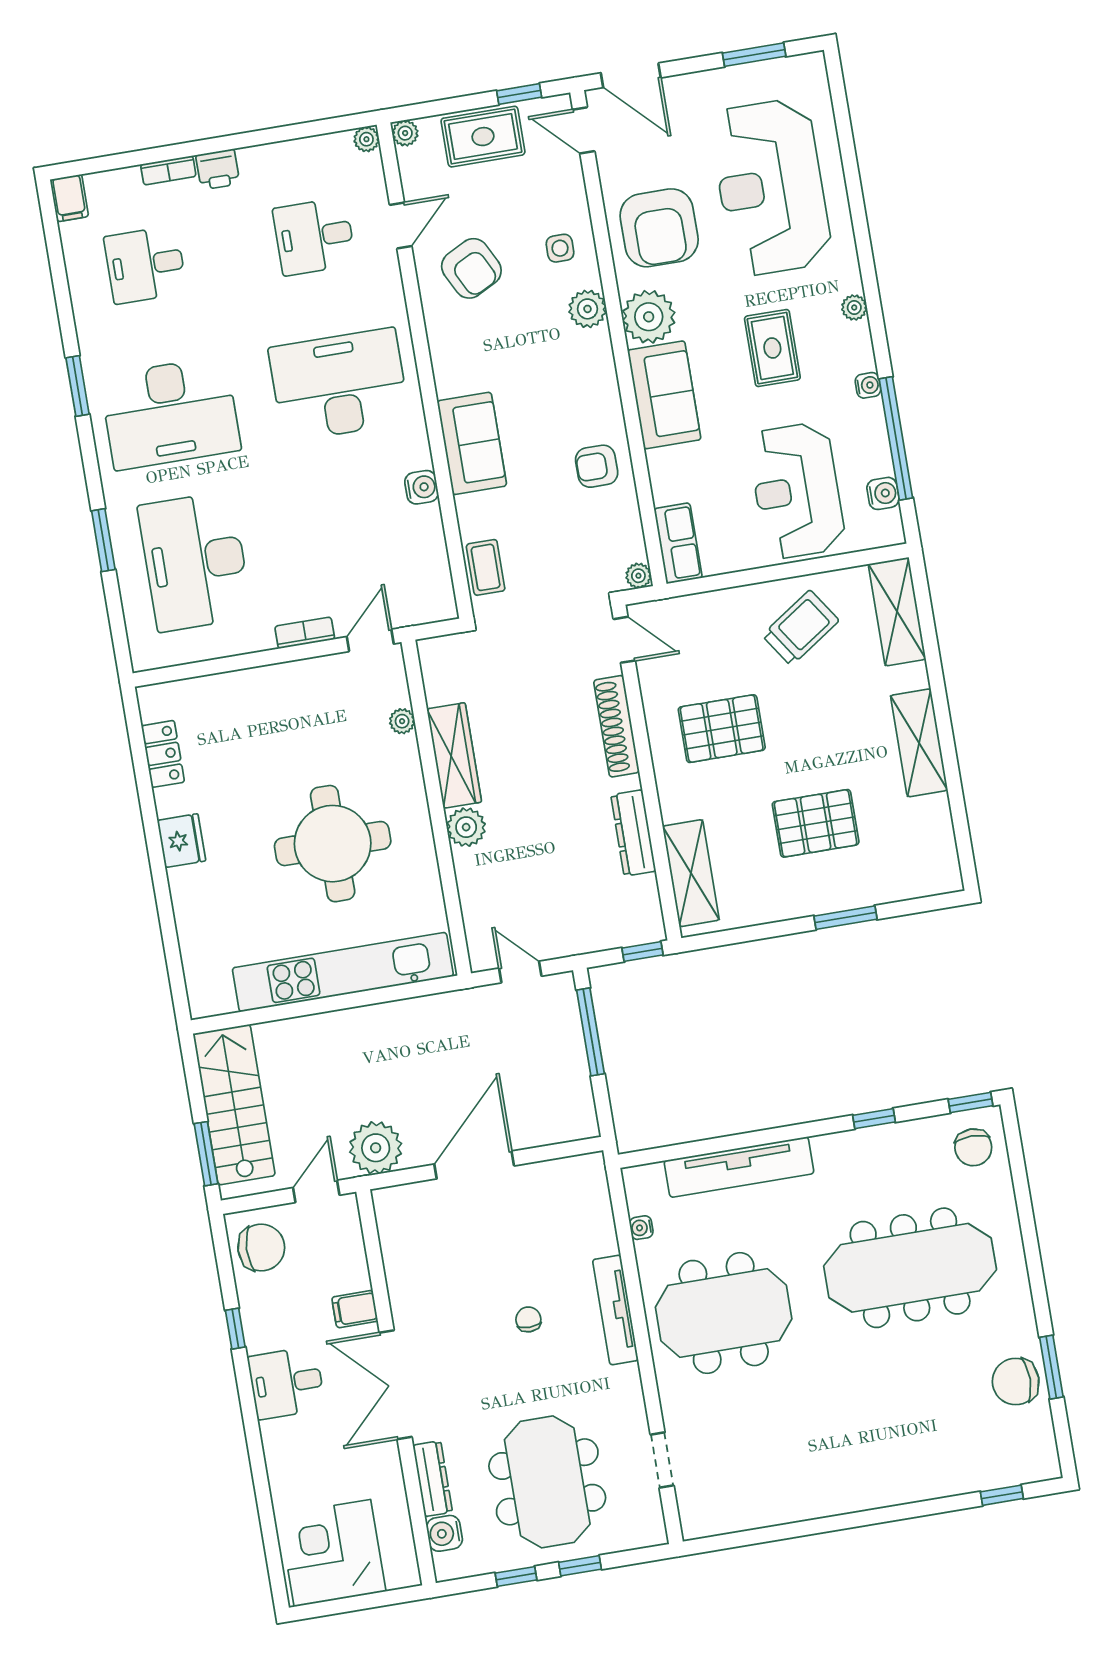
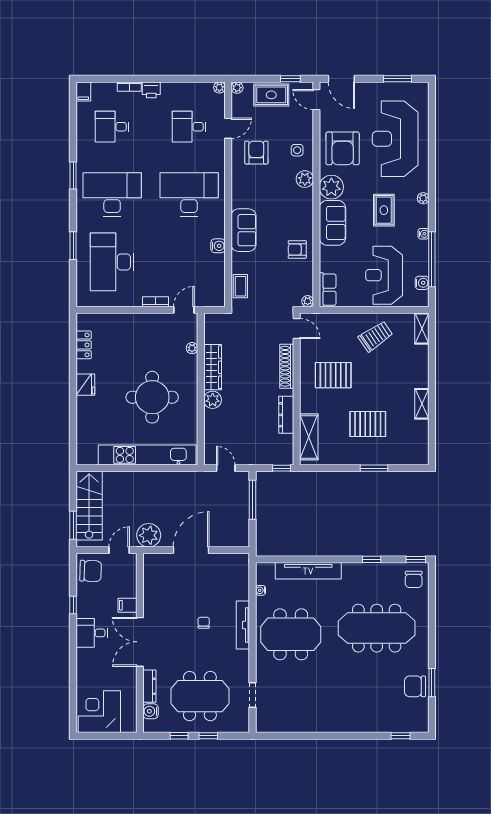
armchair: (471, 268) -> (256, 153), turned -153
desk: (170, 413) -> (112, 194), turned 180
shelving: (897, 612) -> (422, 328), width x0.67, depth x0.75
shelving: (919, 743) -> (422, 404), width x0.67, depth x0.75
meeting table: (547, 1482) -> (200, 696), turned 90

